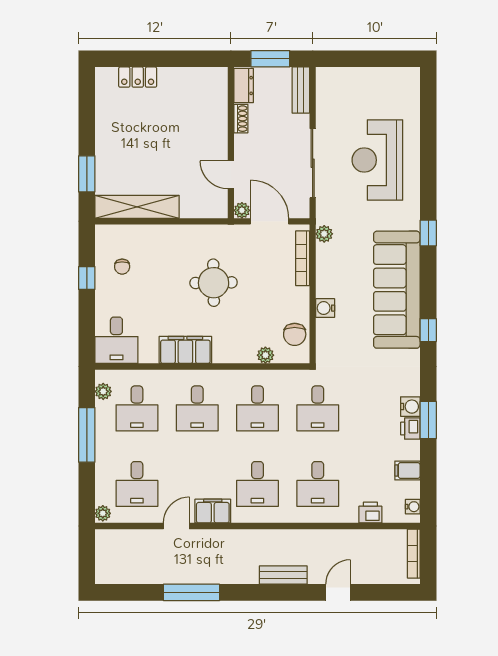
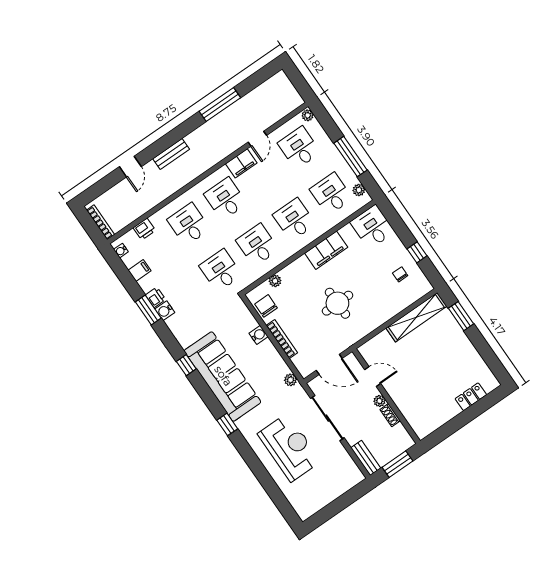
dresser: (244, 86) -> (403, 436), removed
plant: (242, 210) -> (379, 401), moved
bookcase: (303, 258) -> (282, 339), moved

